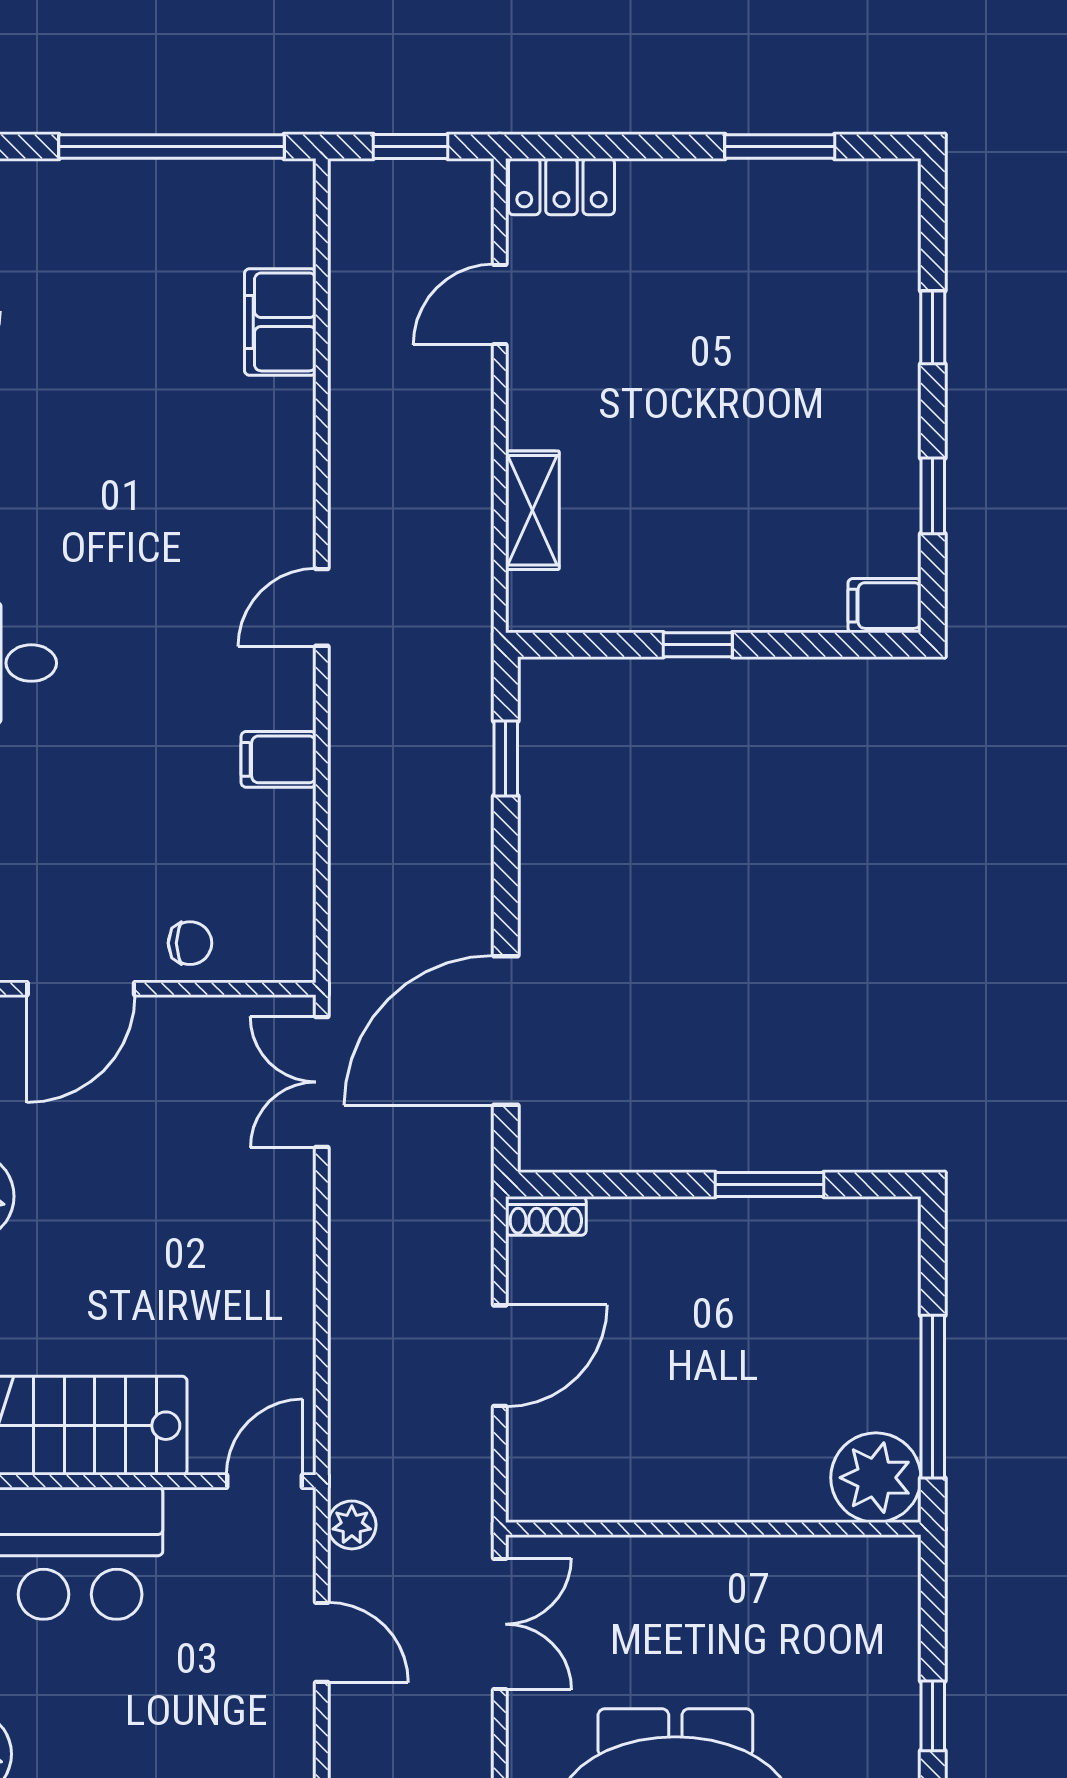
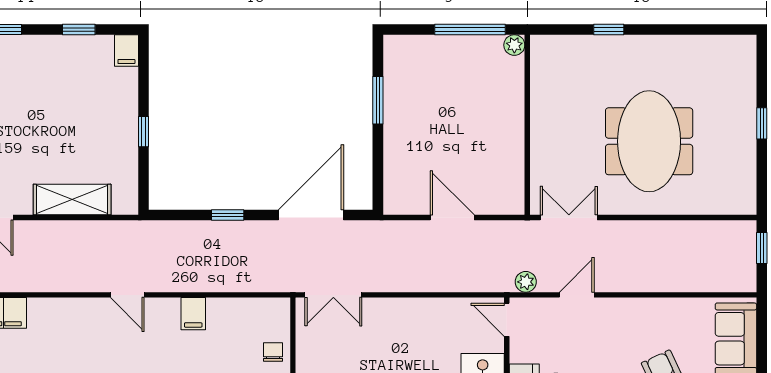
shelving: (532, 510) -> (72, 200), width x1.50, depth x1.33
window: (506, 759) -> (228, 215), moved
door: (506, 1031) -> (311, 215), swing flipped
shoe rack: (546, 1216) -> (392, 198), removed
plant: (876, 1478) -> (514, 45), width x0.53, depth x0.53

